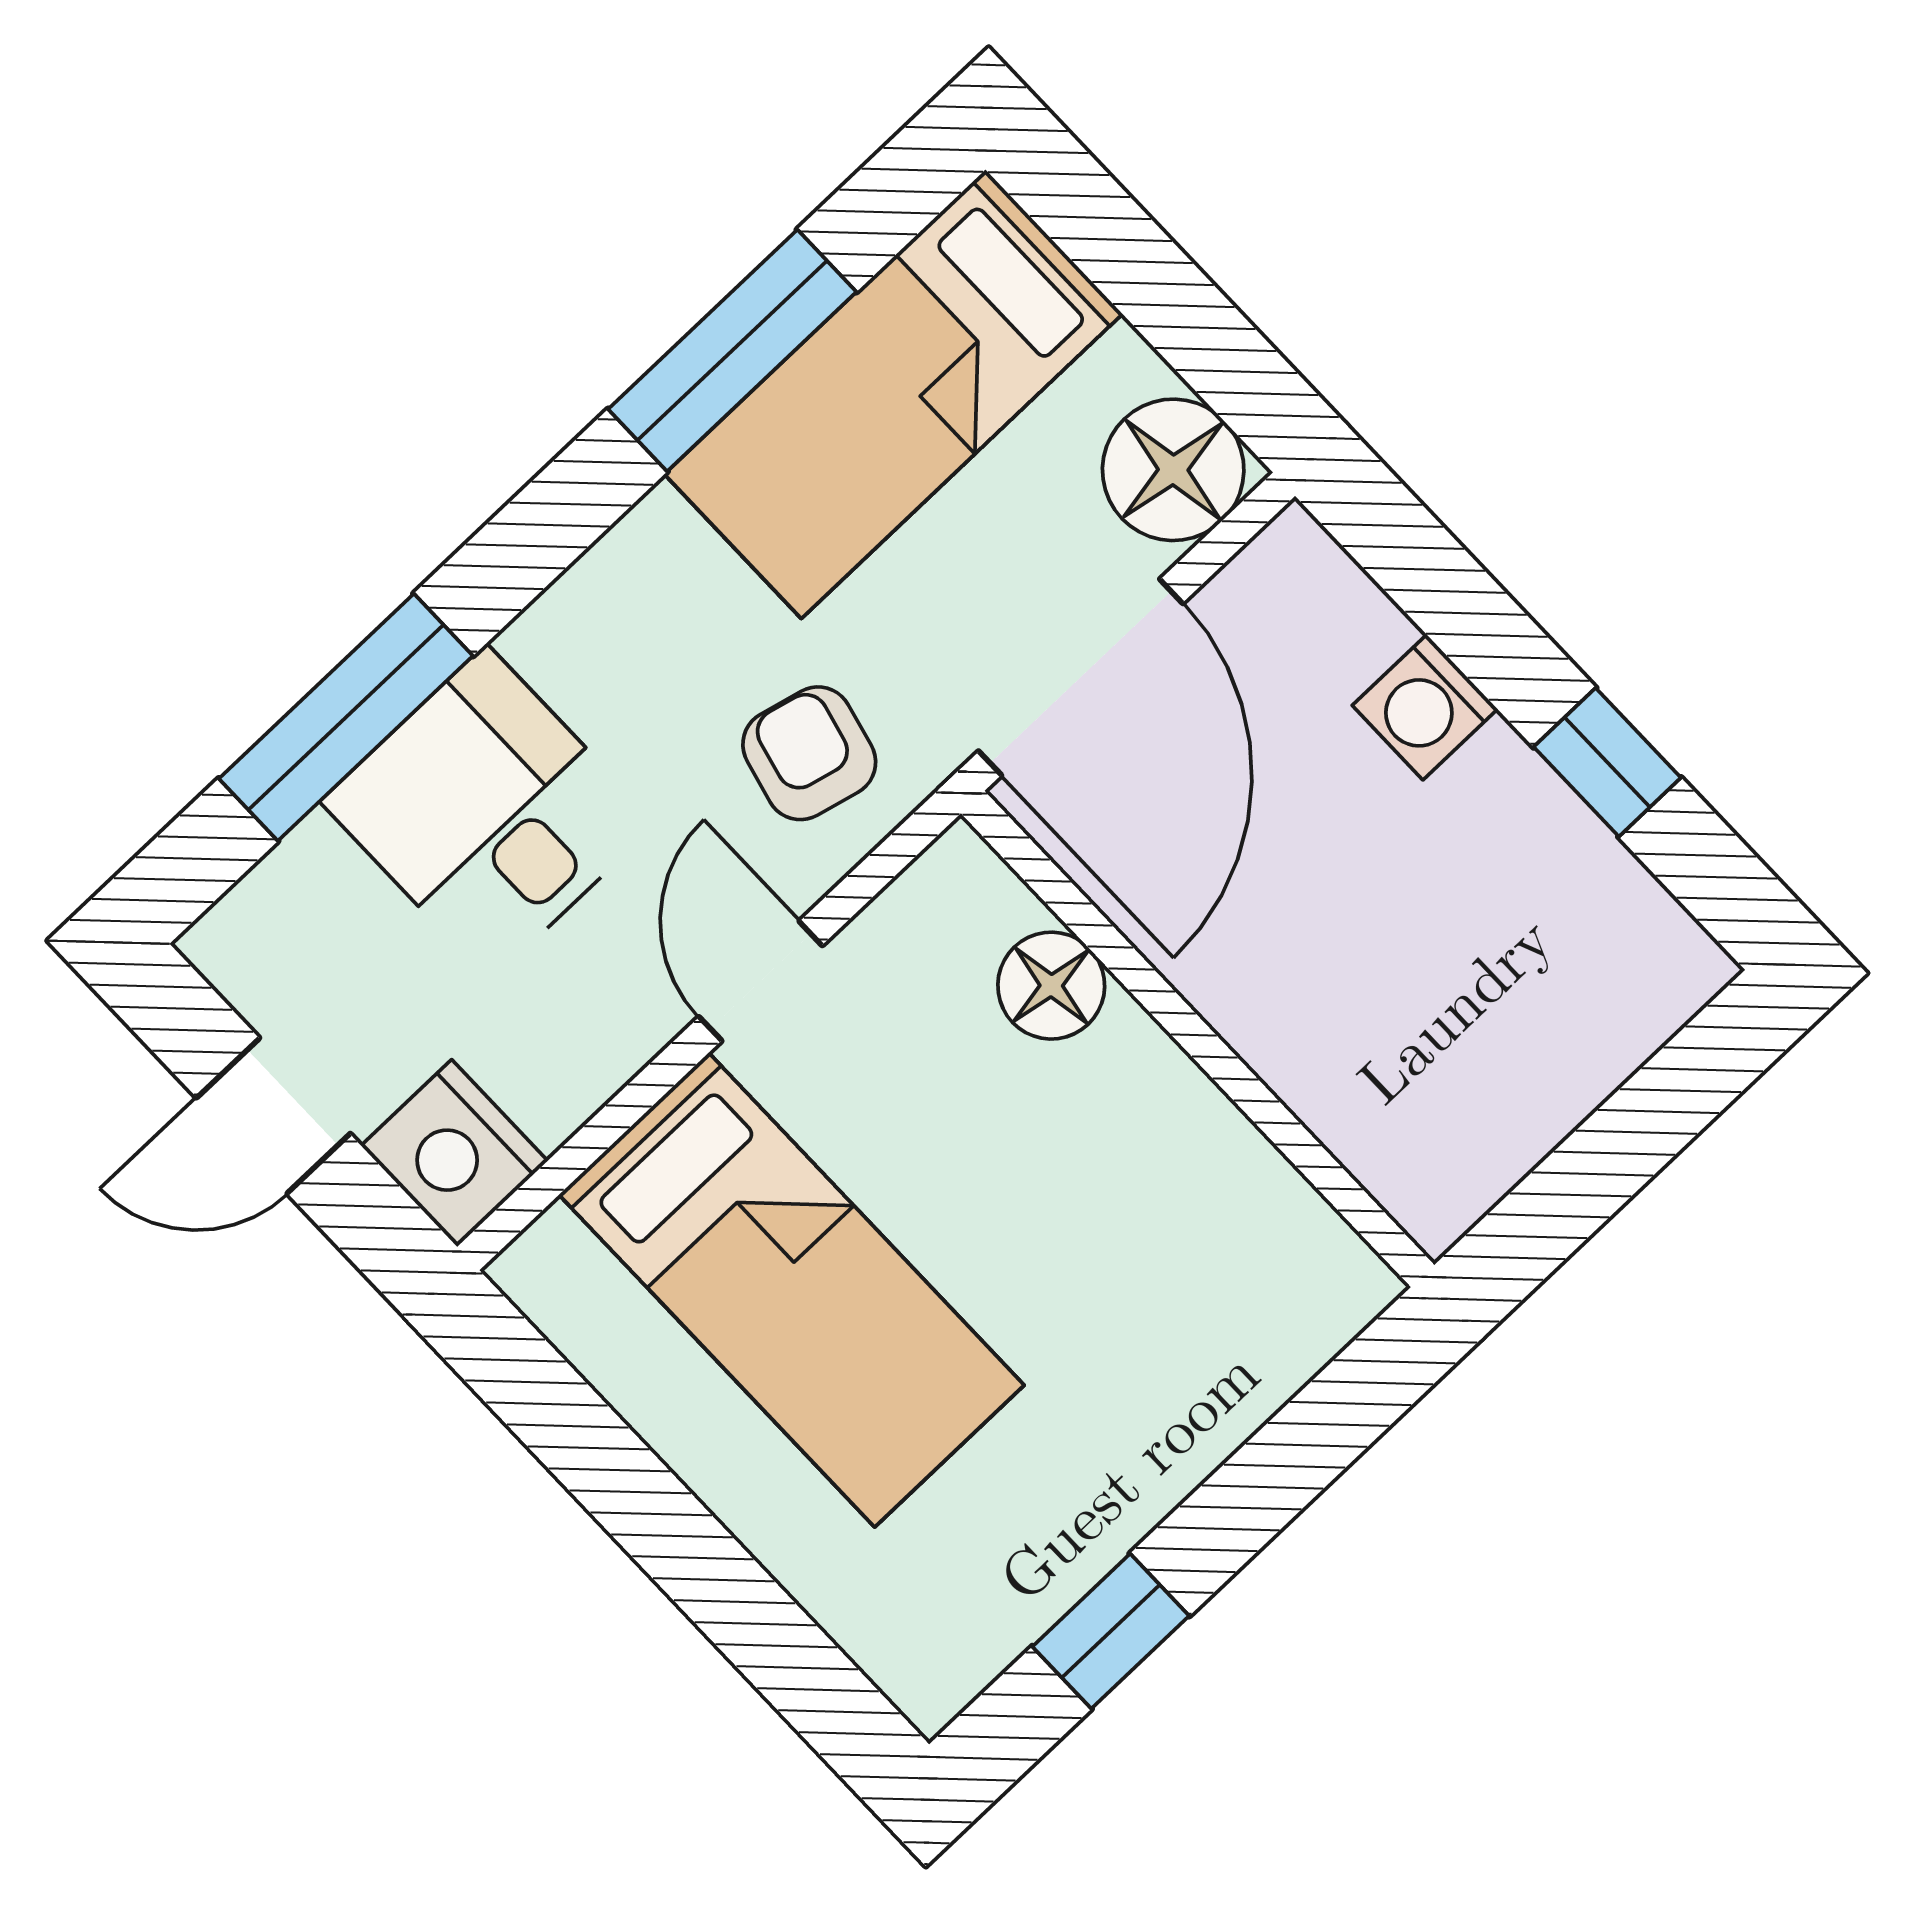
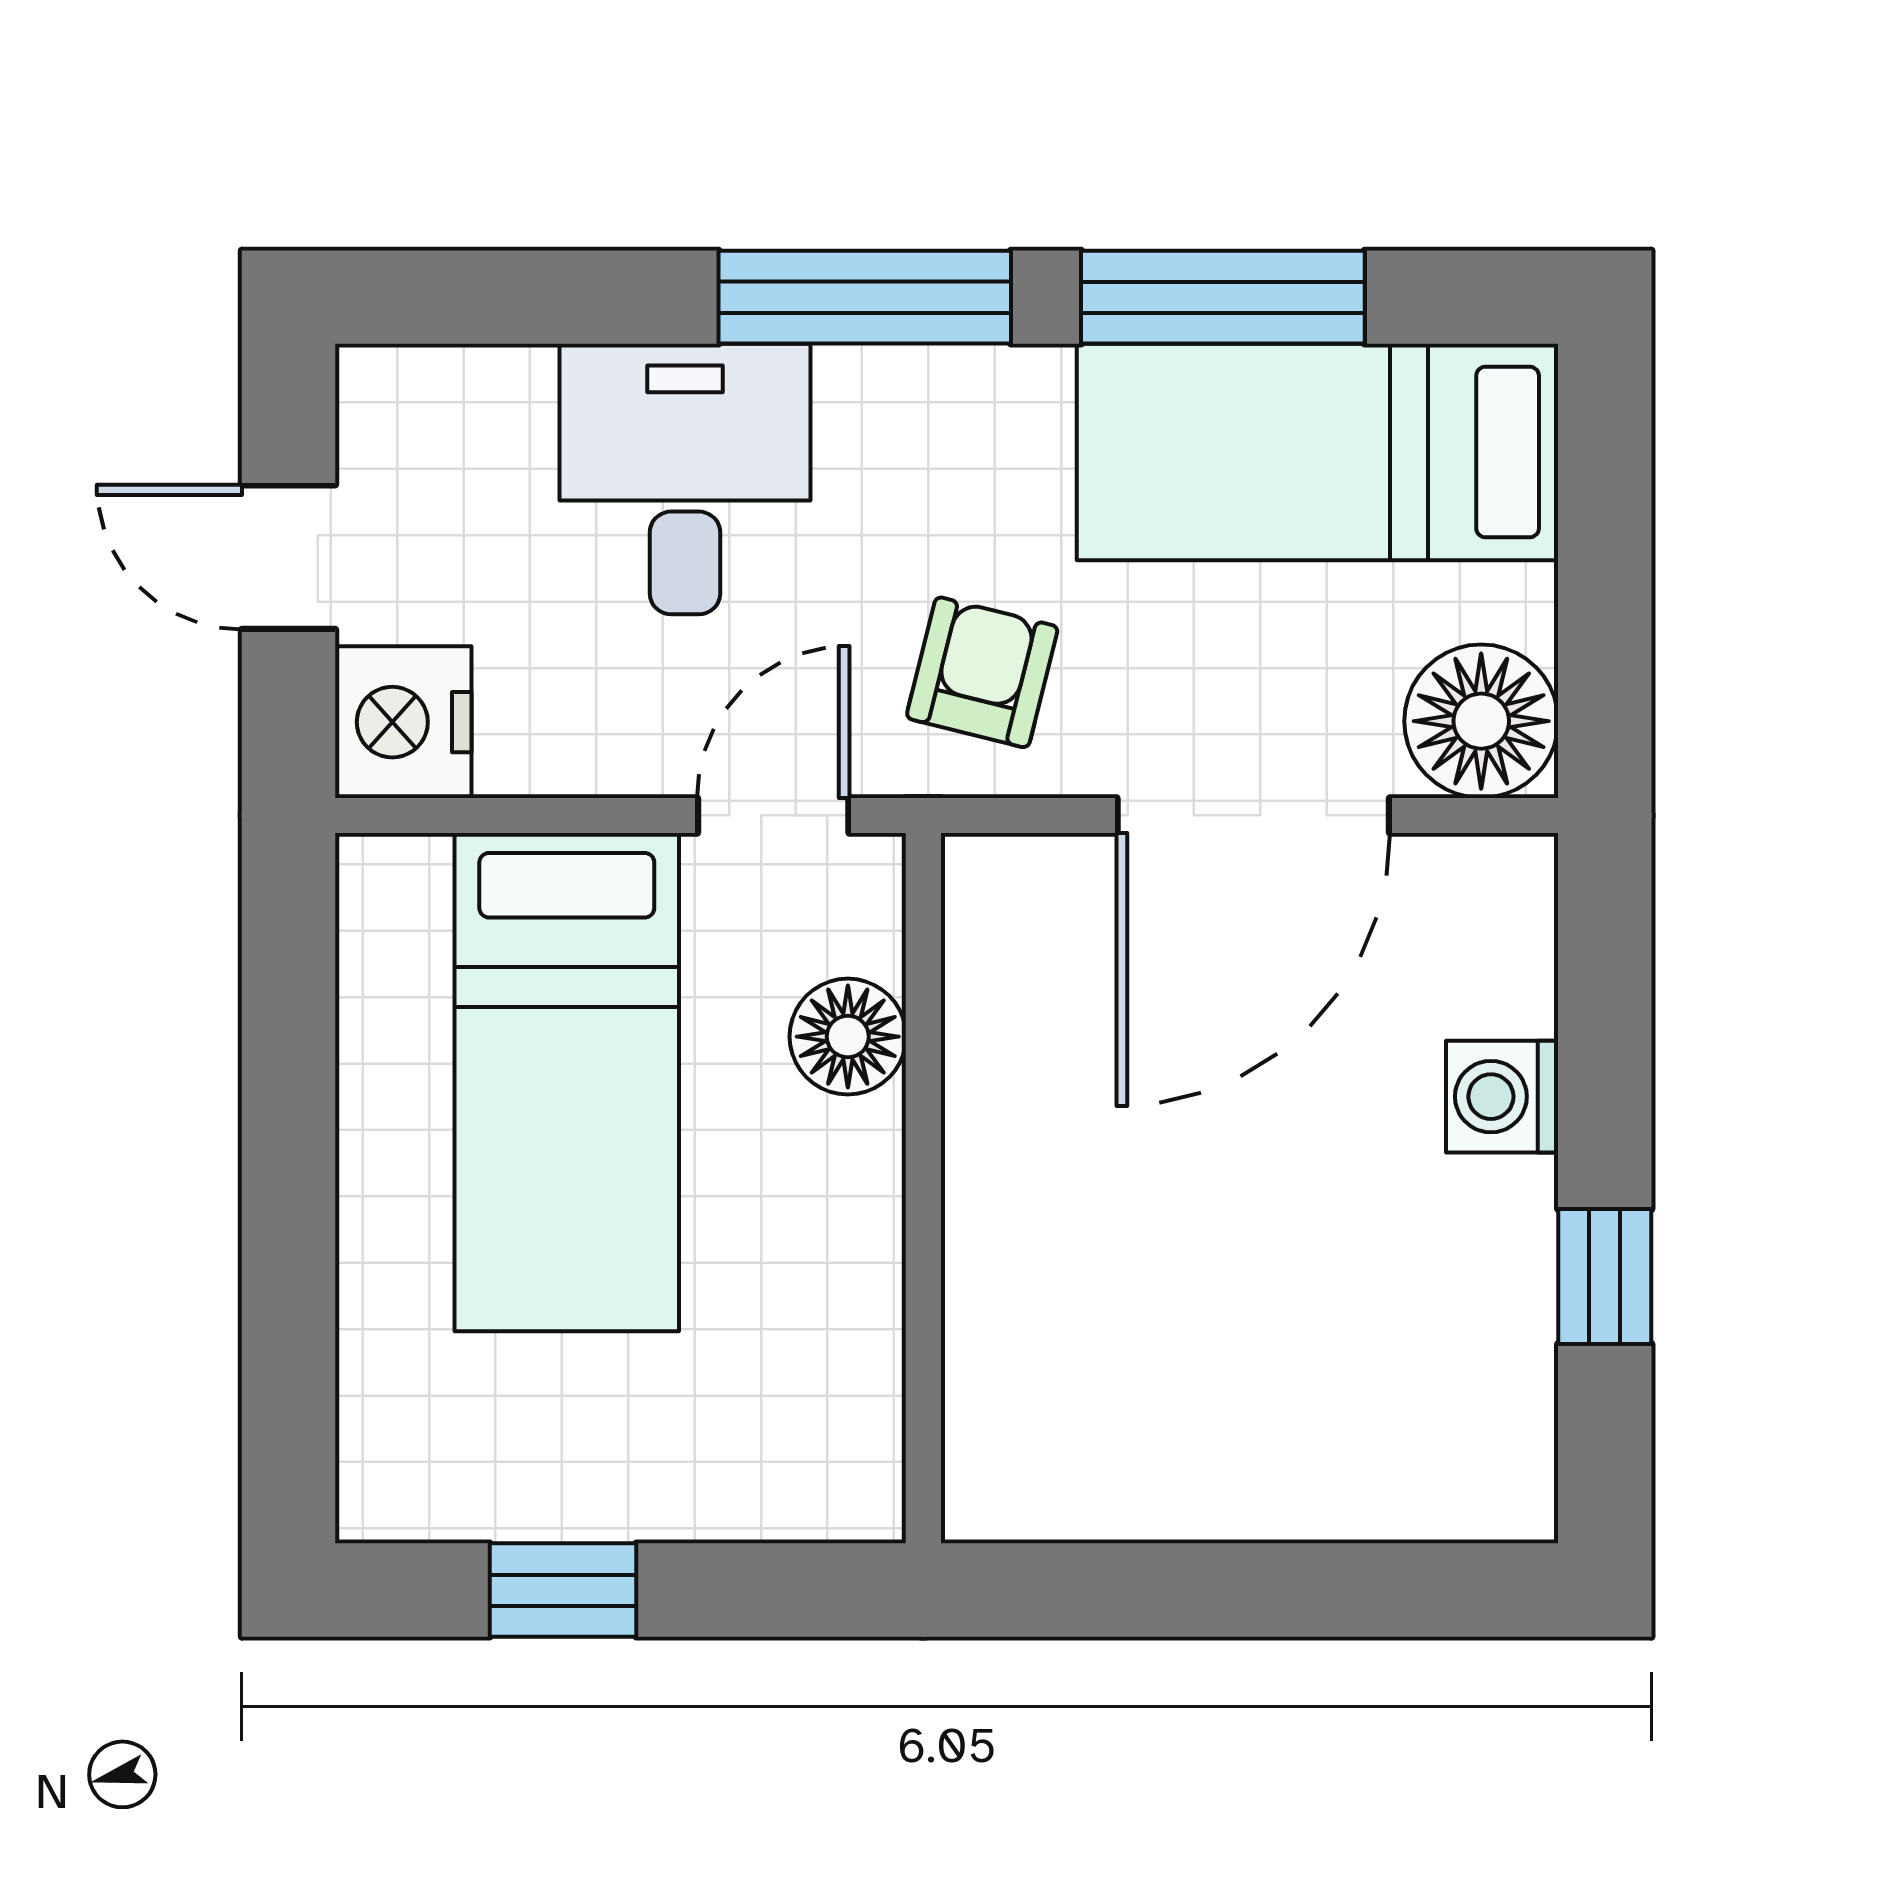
window: (346, 717) -> (865, 297), moved
floor lamp: (1051, 986) -> (848, 1037), moved
wall: (1198, 1039) -> (923, 1188), moved

